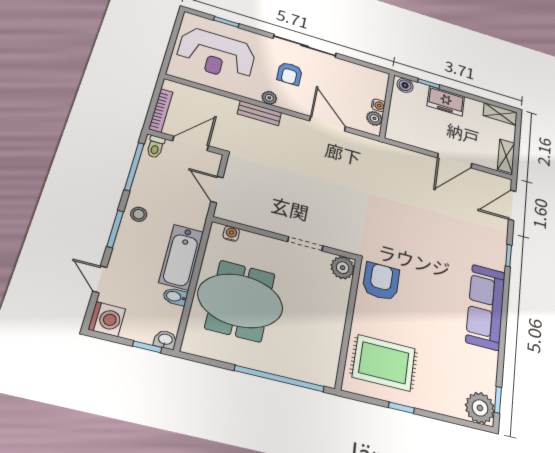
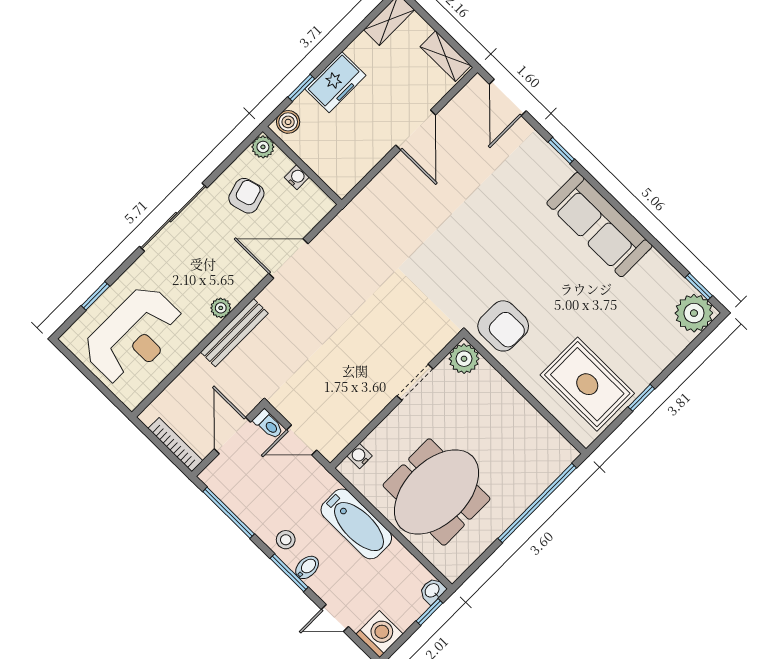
armchair: (290, 74) -> (246, 196), moved, turned -106
bench: (259, 113) -> (234, 333), width x1.36
plant: (374, 118) -> (263, 147), moved
toilet: (155, 147) -> (268, 424), moved
armchair: (381, 281) -> (503, 326), turned 180
bidet: (175, 297) -> (307, 567), moved, turned 180
rug: (384, 363) -> (587, 384), turned 90

